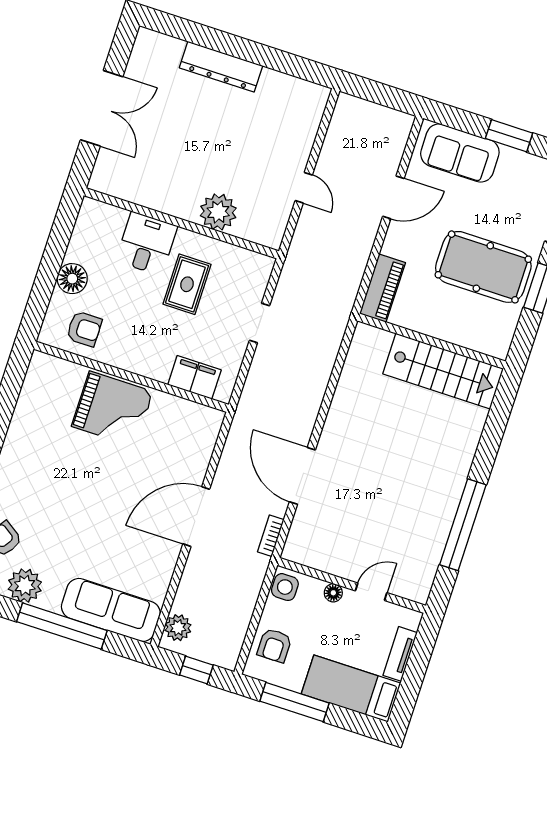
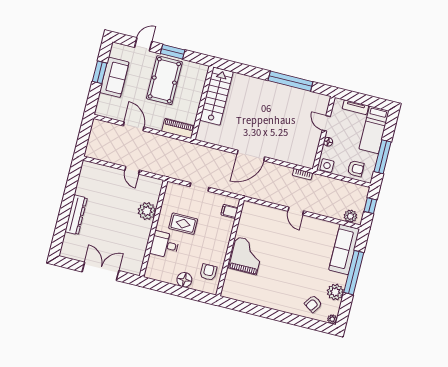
sofa: (460, 153) -> (114, 77), moved
door: (304, 188) -> (132, 170), swing flipped
filing cabinet: (194, 377) -> (229, 211), width x0.50
door: (302, 476) -> (251, 156), moved
door: (196, 517) -> (296, 211), width x0.53

